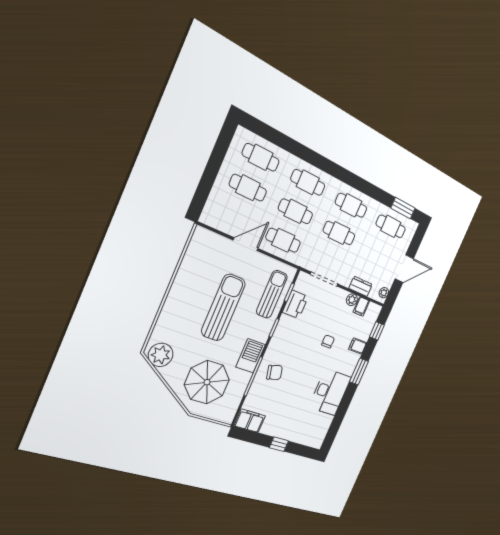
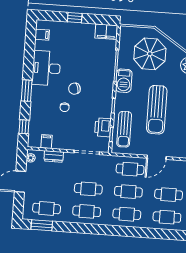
plant: (352, 300) -> (57, 144), removed
filing cabinet: (358, 346) -> (42, 35), moved
chair: (275, 372) -> (74, 89), moved

